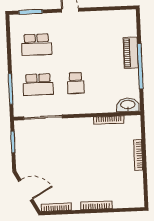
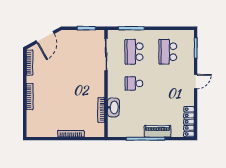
locker: (118, 16) -> (189, 122), added
washbasin: (128, 105) -> (113, 107), moved

